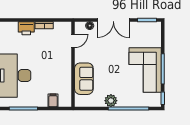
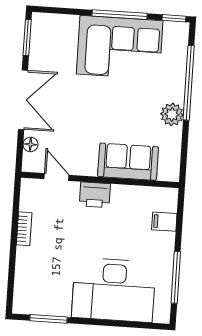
printer: (26, 28) -> (95, 195), moved, turned 90

